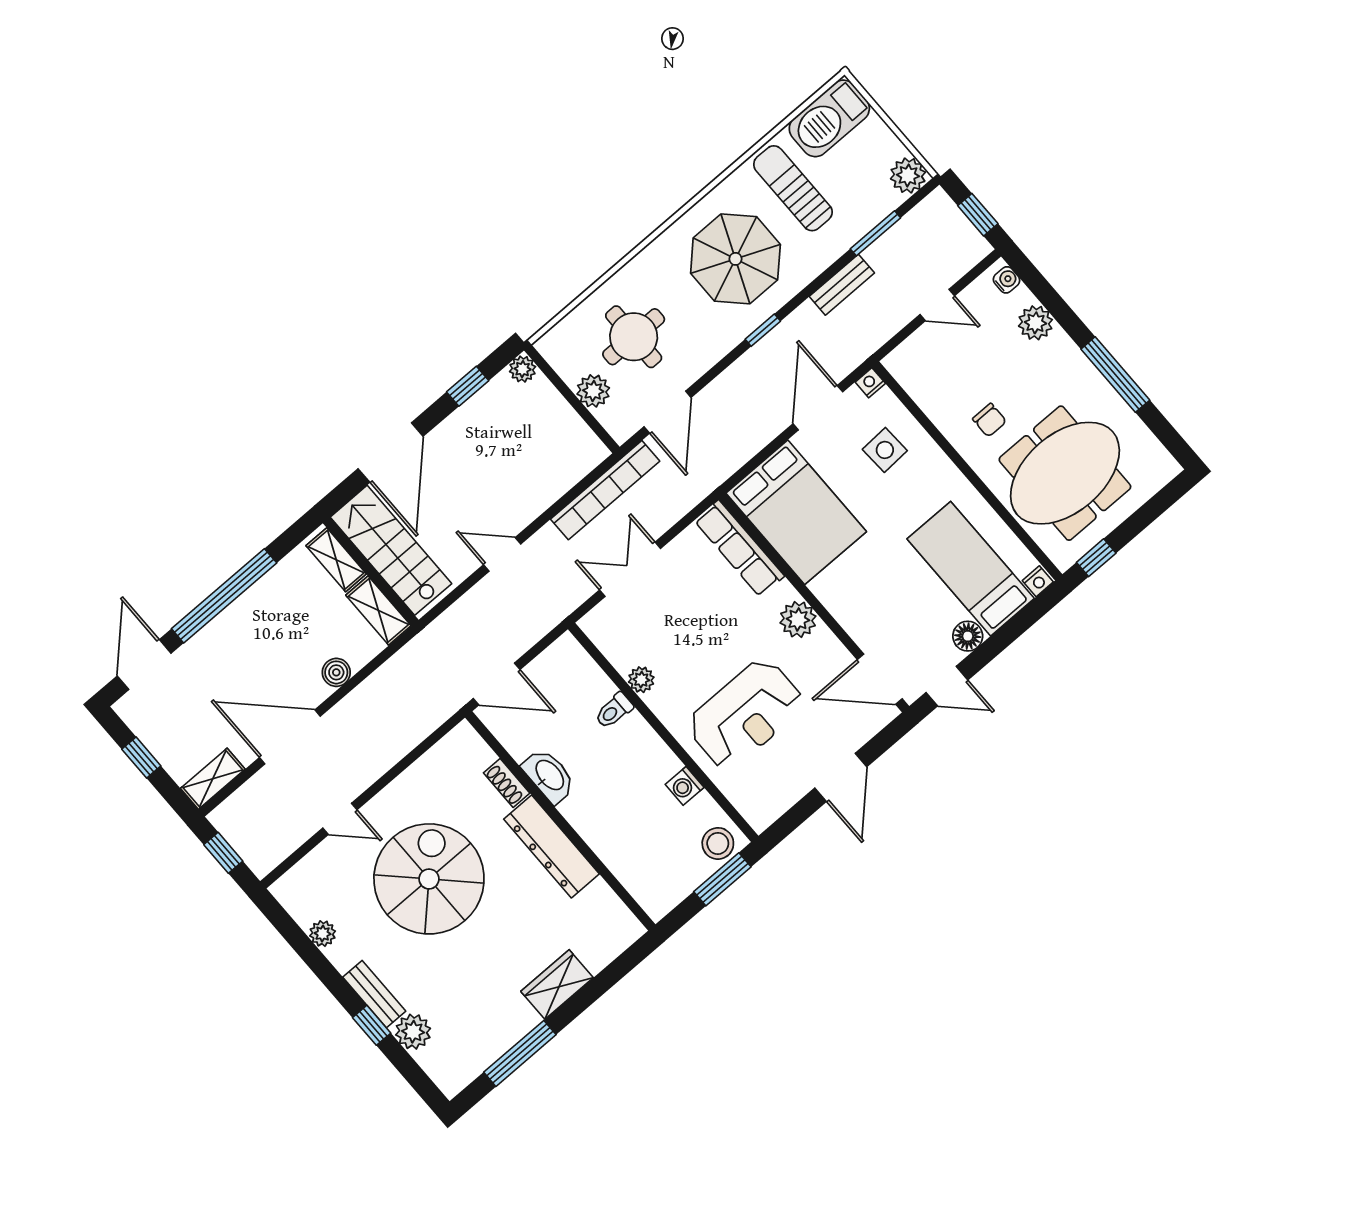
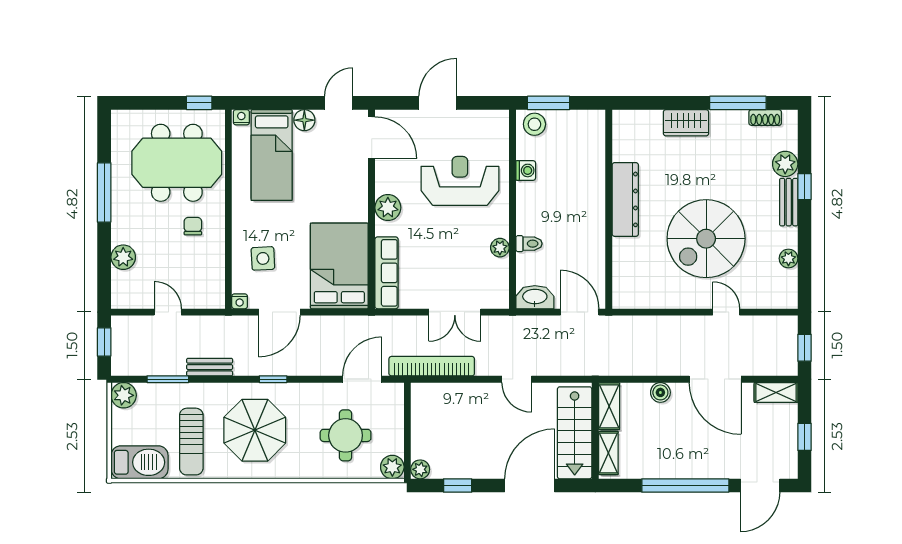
water cooler: (1007, 280) -> (119, 294), removed
plant: (593, 391) -> (392, 467), moved
door: (947, 686) -> (339, 103), hinge flipped
washbasin: (549, 776) -> (535, 297), moved, turned 90
shoe rack: (507, 783) -> (765, 118), moved, turned 90

